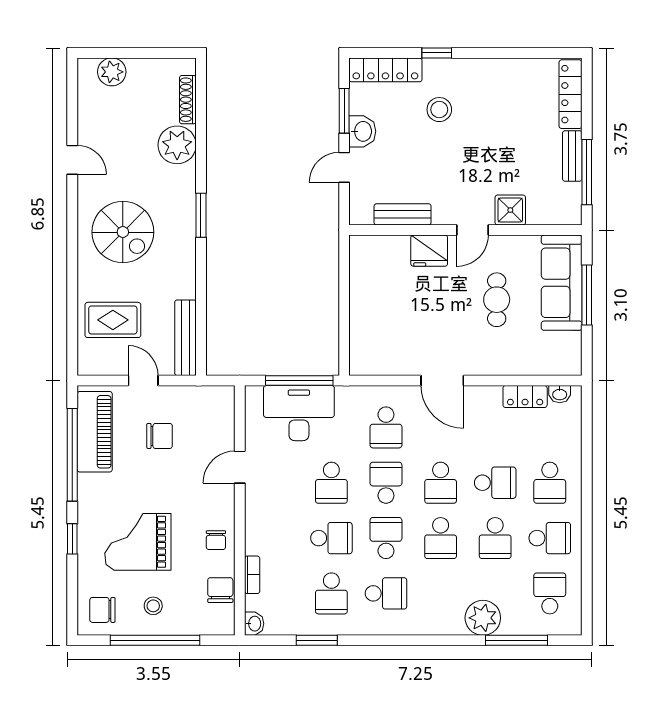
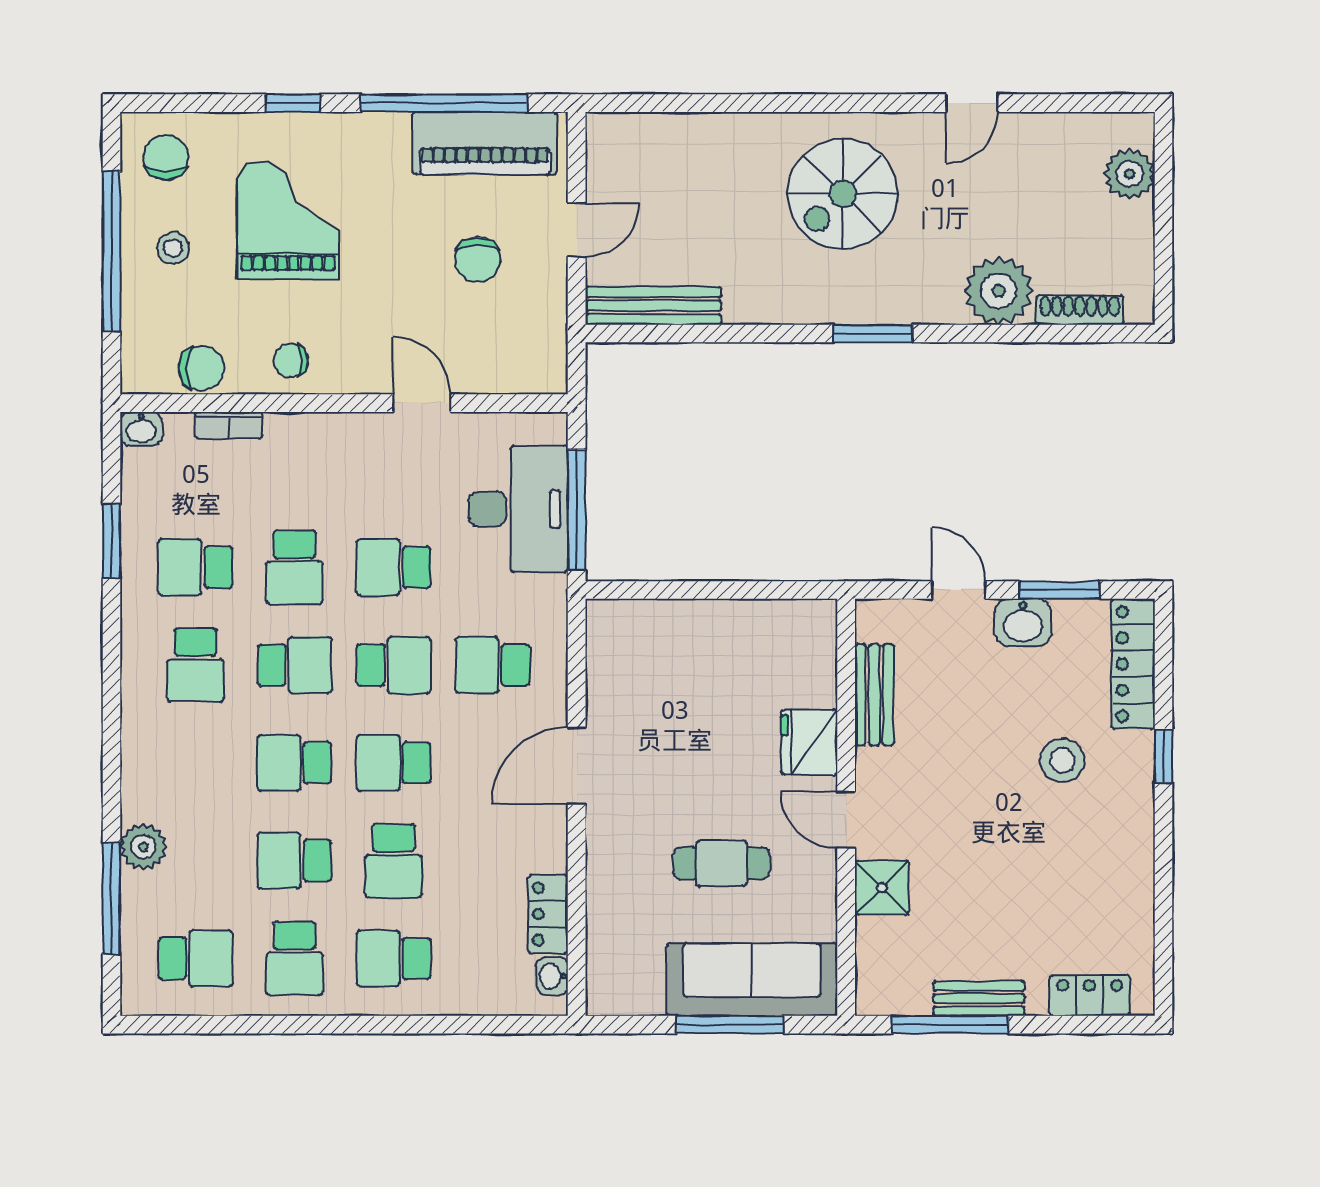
locker: (571, 94) -> (1090, 996), width x0.66
rug: (113, 320) -> (685, 176), removed
plant: (483, 618) -> (143, 847), width x0.73, depth x0.73

